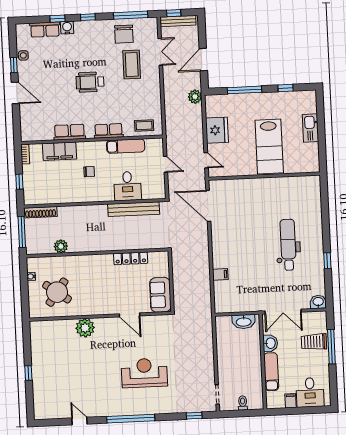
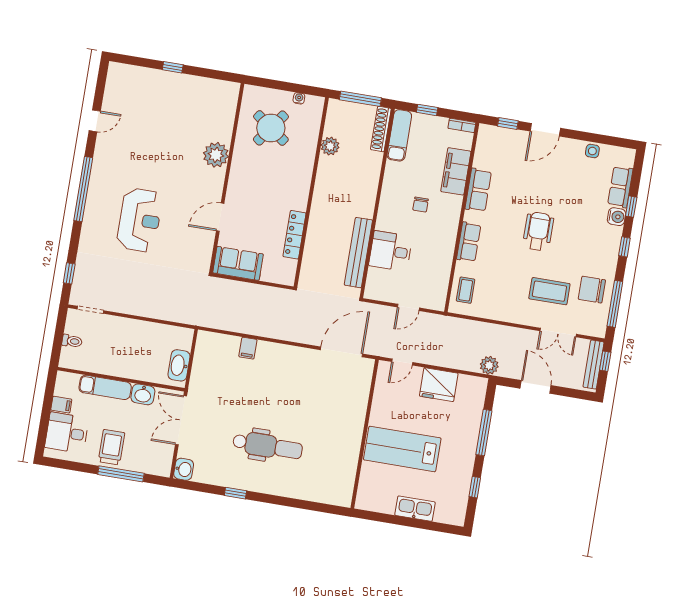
window: (14, 65) -> (508, 123), moved
exam couch: (126, 146) -> (399, 135), moved, turned 180
trolley: (314, 342) -> (111, 447), moved

